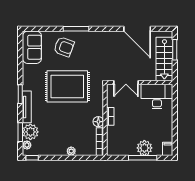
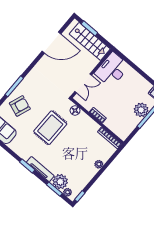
rug: (67, 86) -> (50, 128), width x0.73, depth x0.69
floor lamp: (98, 122) -> (75, 111), moved

